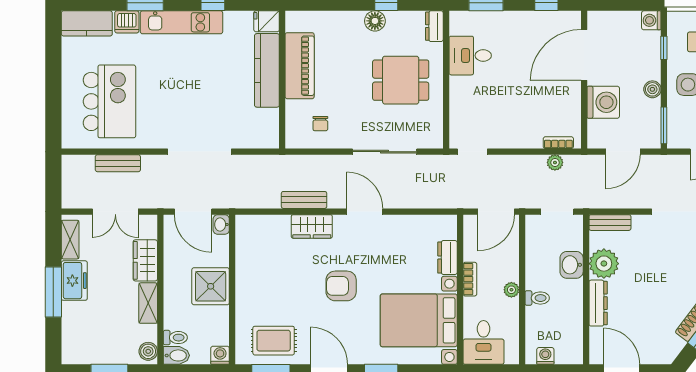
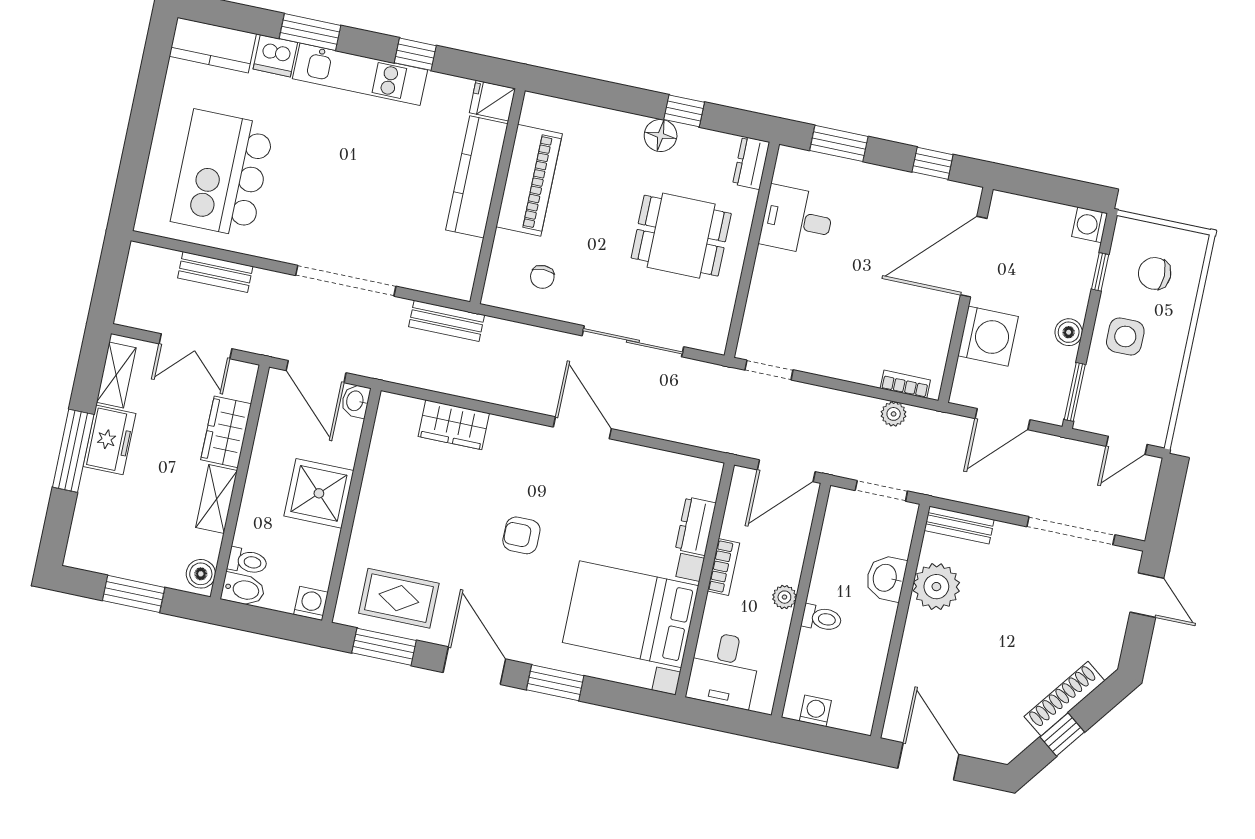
kitchen island: (109, 101) -> (223, 174), turned 180
bench: (304, 200) -> (447, 321), moved
wardrobe: (312, 226) -> (454, 425), moved
armchair: (341, 286) -> (521, 535), width x0.72, depth x0.72
dresser: (598, 303) -> (914, 646), removed

